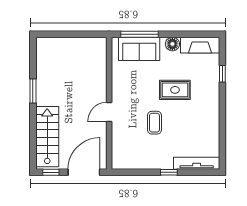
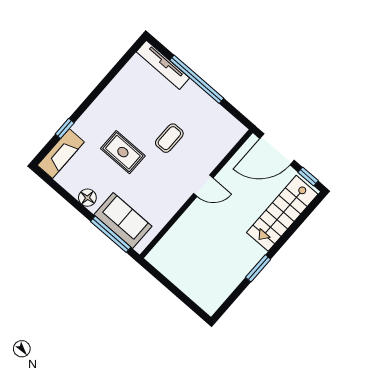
fireplace: (200, 45) -> (61, 154), moved, turned 90
window: (169, 172) -> (197, 79), width x3.17

